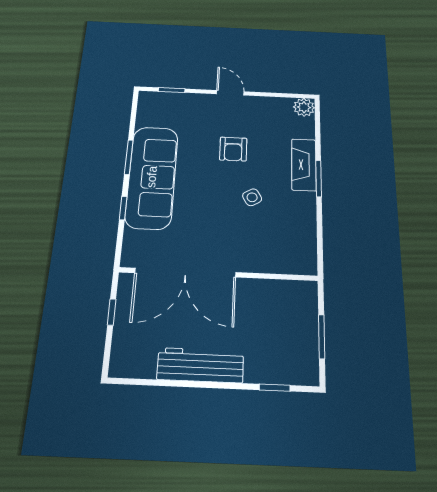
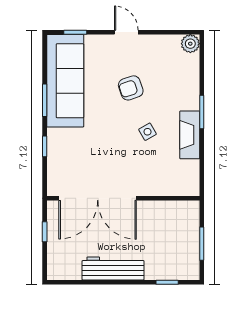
armchair: (233, 149) -> (131, 88), turned 71
fireplace: (304, 165) -> (190, 135), moved
sofa: (152, 177) -> (65, 81), moved

